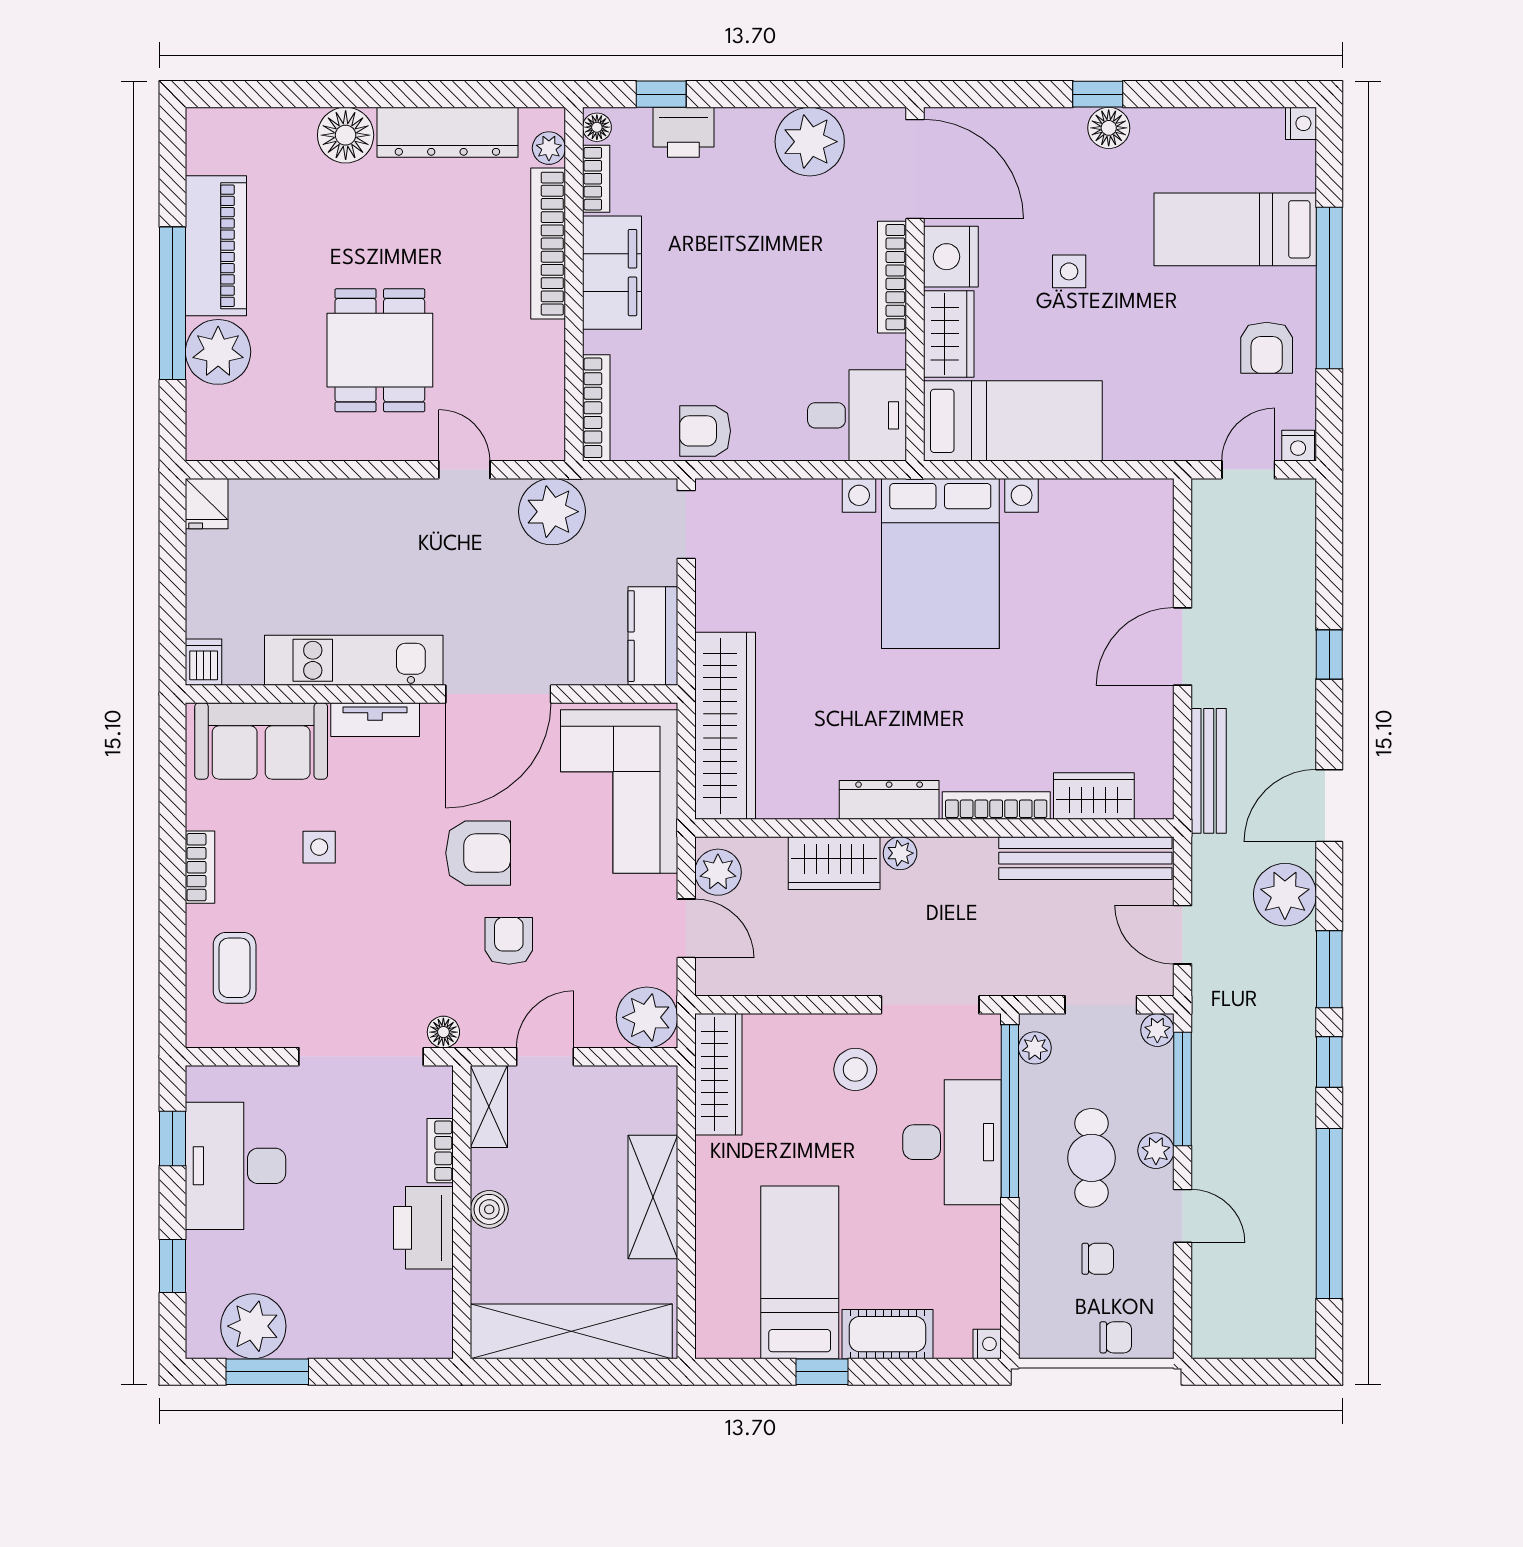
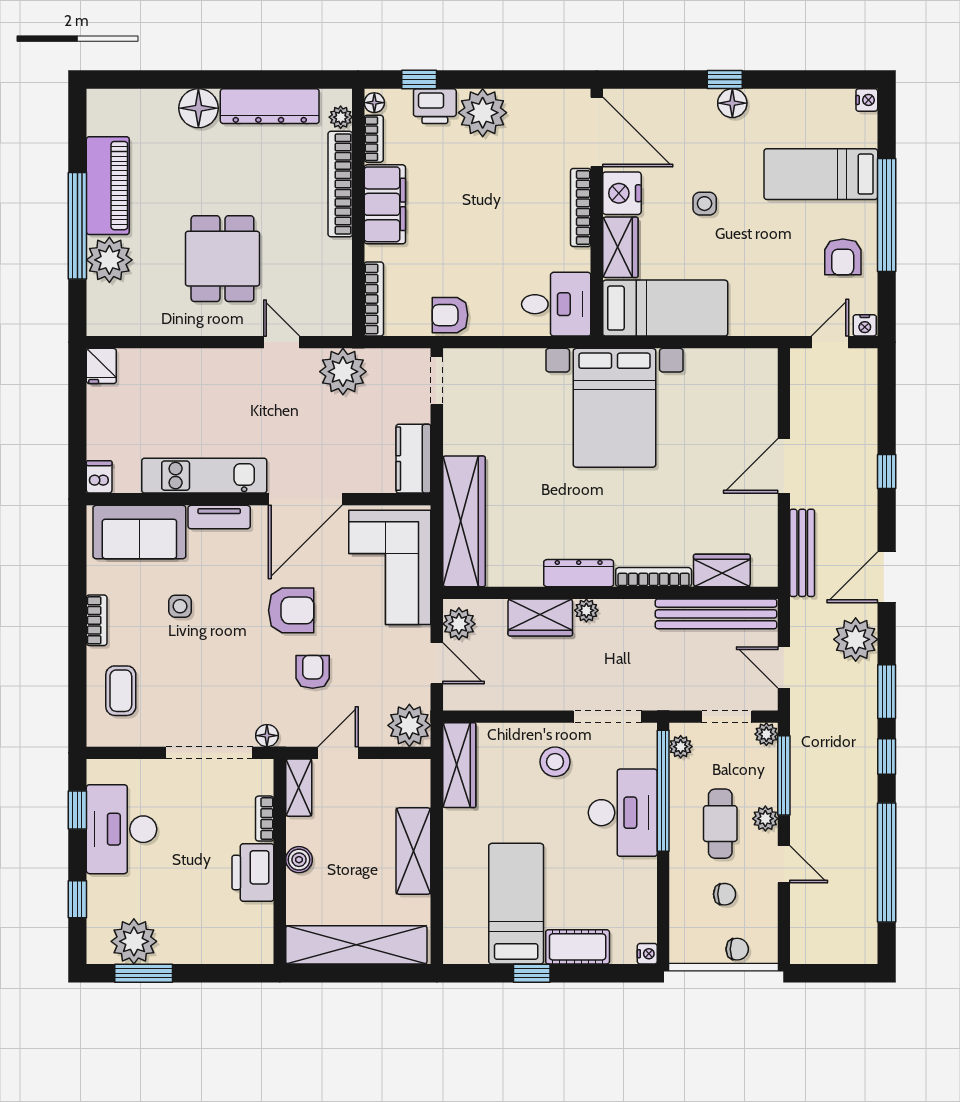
plant: (810, 142) -> (483, 113), moved

